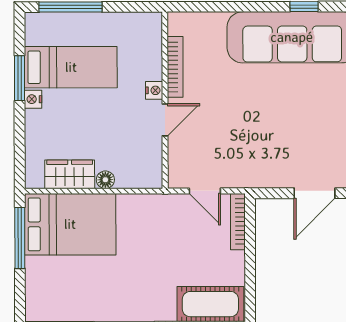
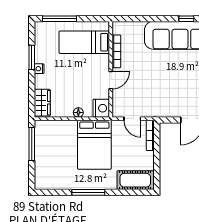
bed: (71, 67) -> (84, 42), moved, turned 180
nightstand: (154, 90) -> (101, 108), moved, width x1.89, depth x1.79
wardrobe: (70, 174) -> (42, 103), moved, turned 90
bed: (70, 224) -> (94, 145), moved, turned 90

